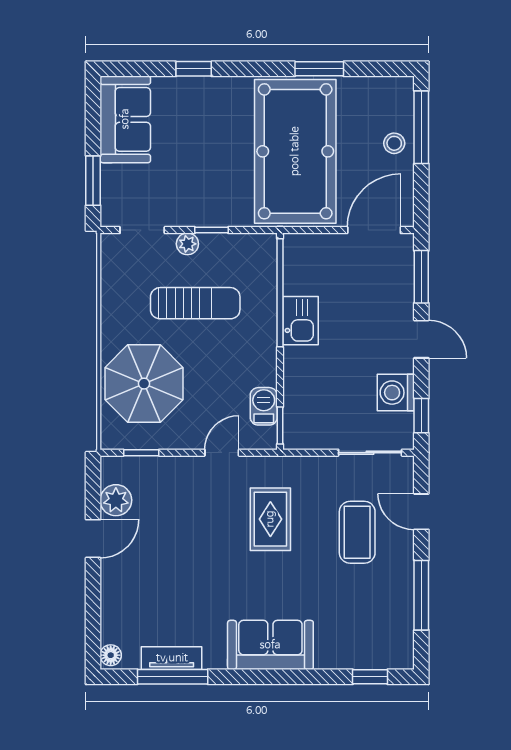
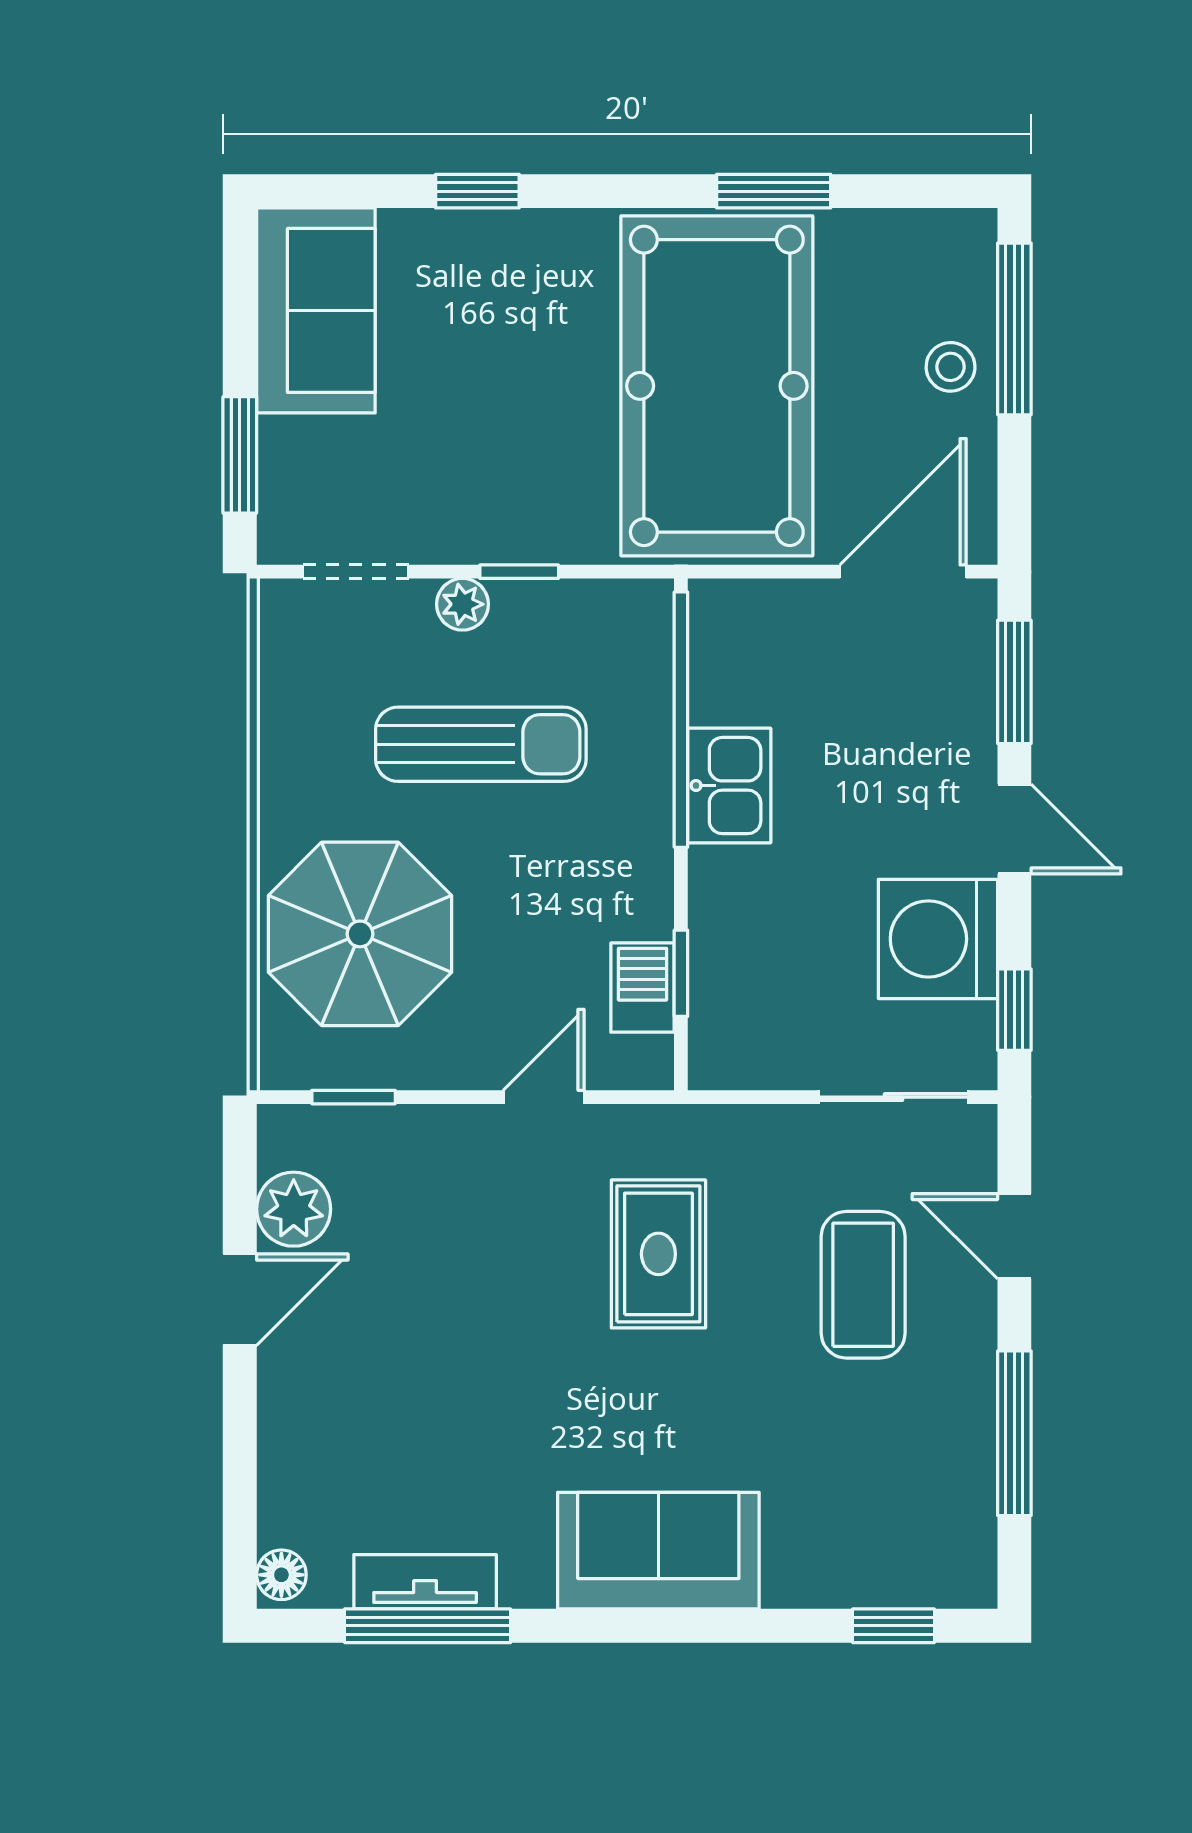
washing machine: (396, 393) -> (938, 939), width x1.37, depth x1.37
window: (280, 425) -> (681, 973), moved

